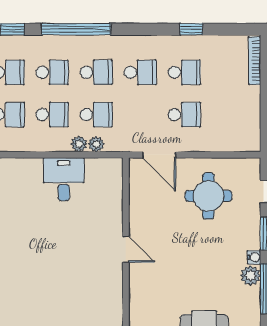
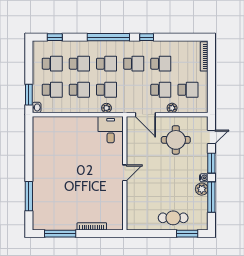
window: (76, 29) -> (108, 37), moved
window: (191, 29) -> (147, 37), moved
school desk: (228, 115) -> (188, 90), added
plant: (79, 144) -> (172, 108), moved
desk: (64, 179) -> (111, 130), moved
door: (126, 249) -> (125, 173), hinge flipped

